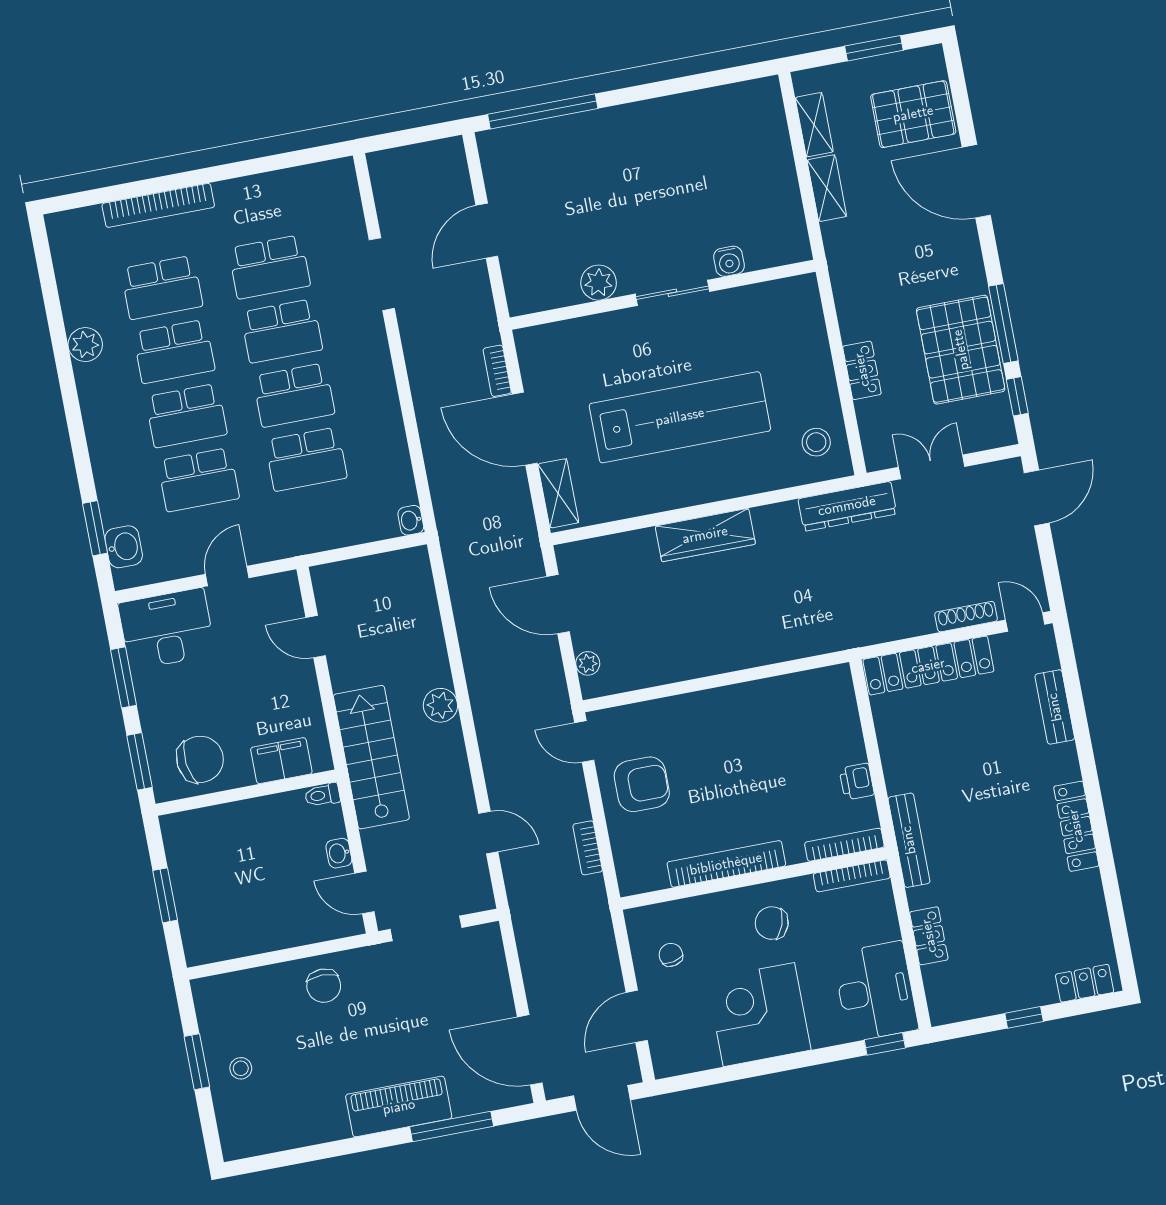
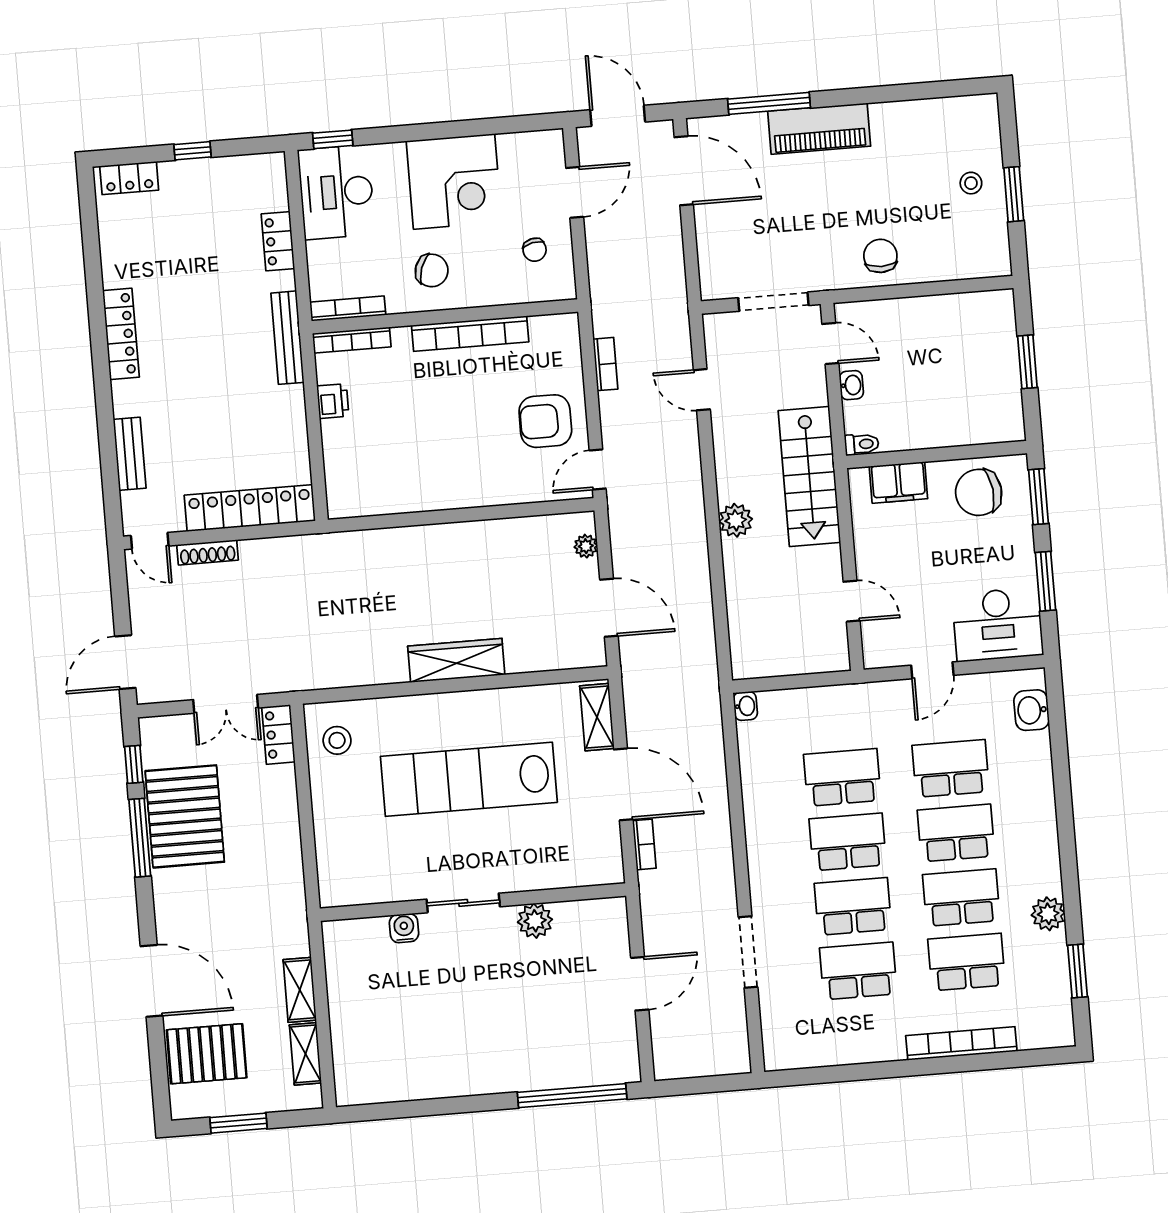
locker: (862, 370) -> (278, 734), moved
dresser: (847, 506) -> (313, 674), removed
window: (95, 528) -> (1078, 971), moved
door: (584, 741) -> (598, 469), swing flipped

